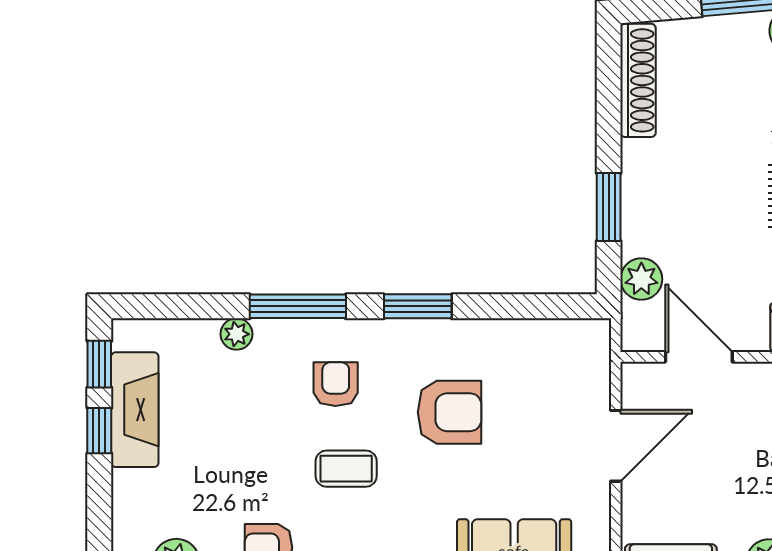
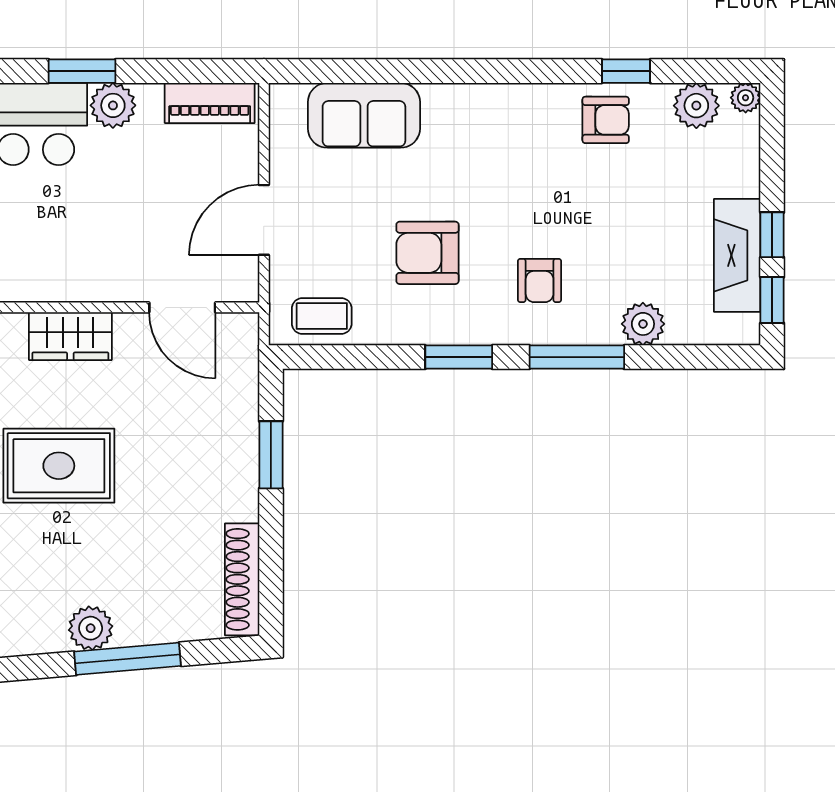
plant: (641, 279) -> (239, 384), removed
plant: (237, 334) -> (643, 324), width x1.38, depth x1.38
coffee table: (346, 469) -> (322, 316), moved

